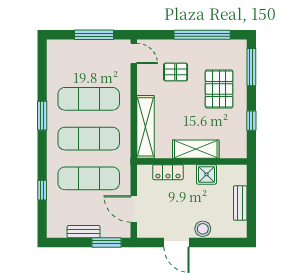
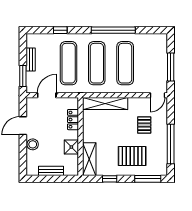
window: (42, 116) -> (113, 30), width x2.11
shelving: (196, 149) -> (89, 159), moved

